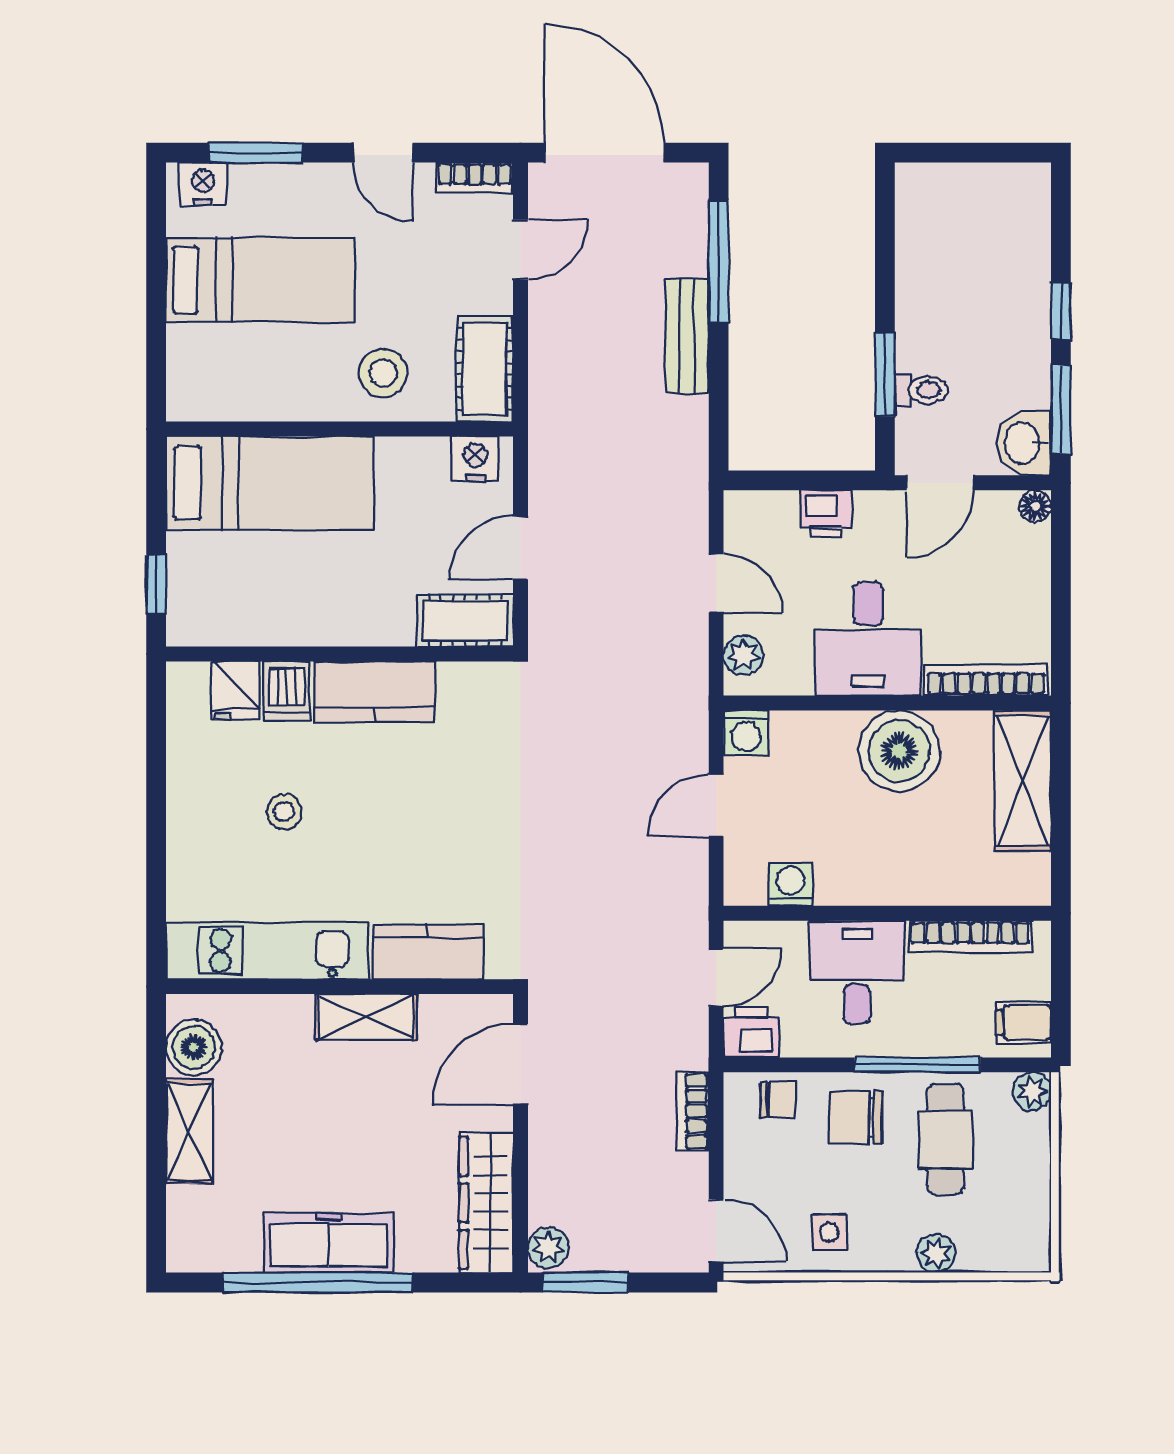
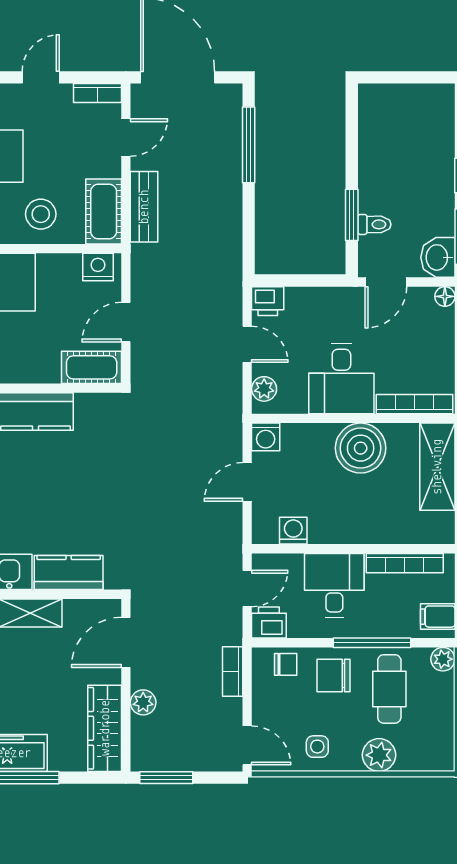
door: (383, 153) -> (41, 77), swing flipped
bench: (687, 336) -> (144, 207), moved
printer: (826, 514) -> (268, 301), moved
plant: (548, 1248) -> (143, 702), moved
plant: (936, 1253) -> (379, 755), width x1.38, depth x1.38

